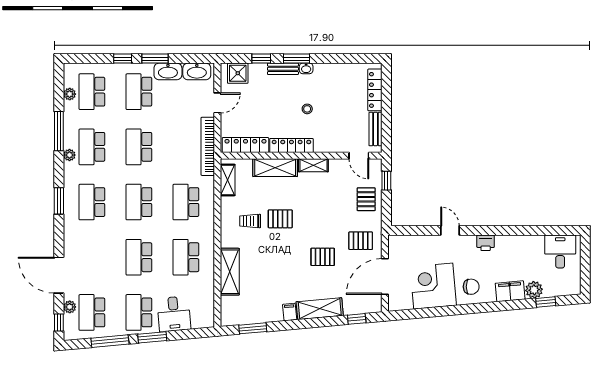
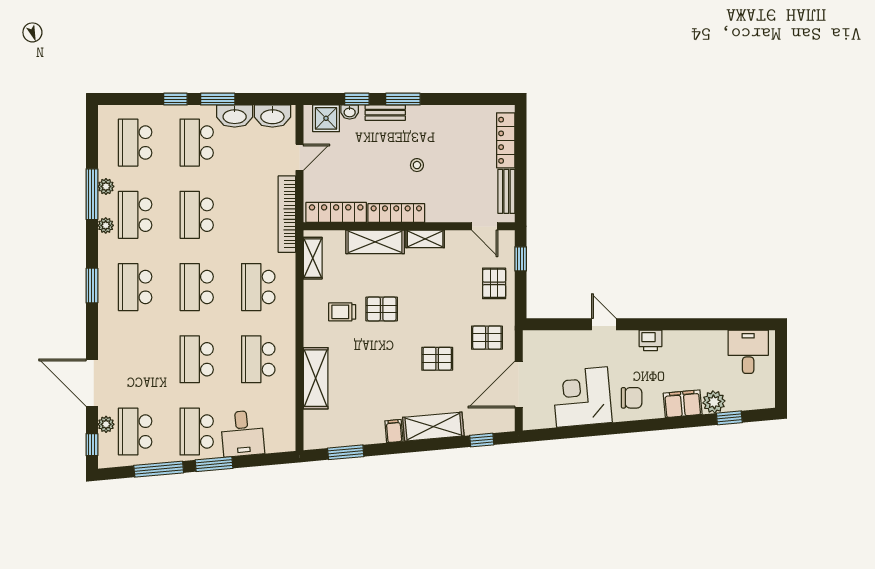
washbasin: (306, 68) -> (350, 112), moved
plant: (70, 94) -> (106, 186), moved

